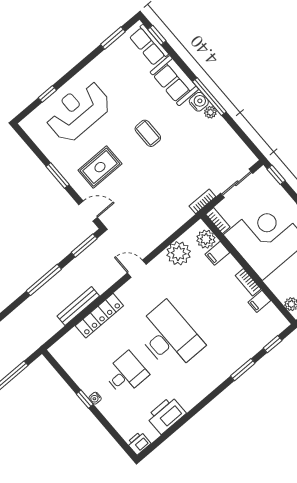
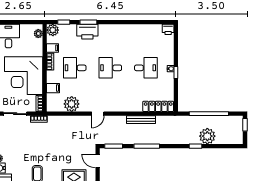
plant: (206, 239) -> (53, 30), moved
door: (137, 269) -> (98, 114), hinge flipped
desk: (212, 300) -> (75, 68), added
locker: (99, 316) -> (158, 106), moved
desk: (169, 337) -> (110, 68), width x0.53, depth x0.77
desk: (126, 374) -> (146, 68), turned 180
printer: (166, 415) -> (87, 32), moved

